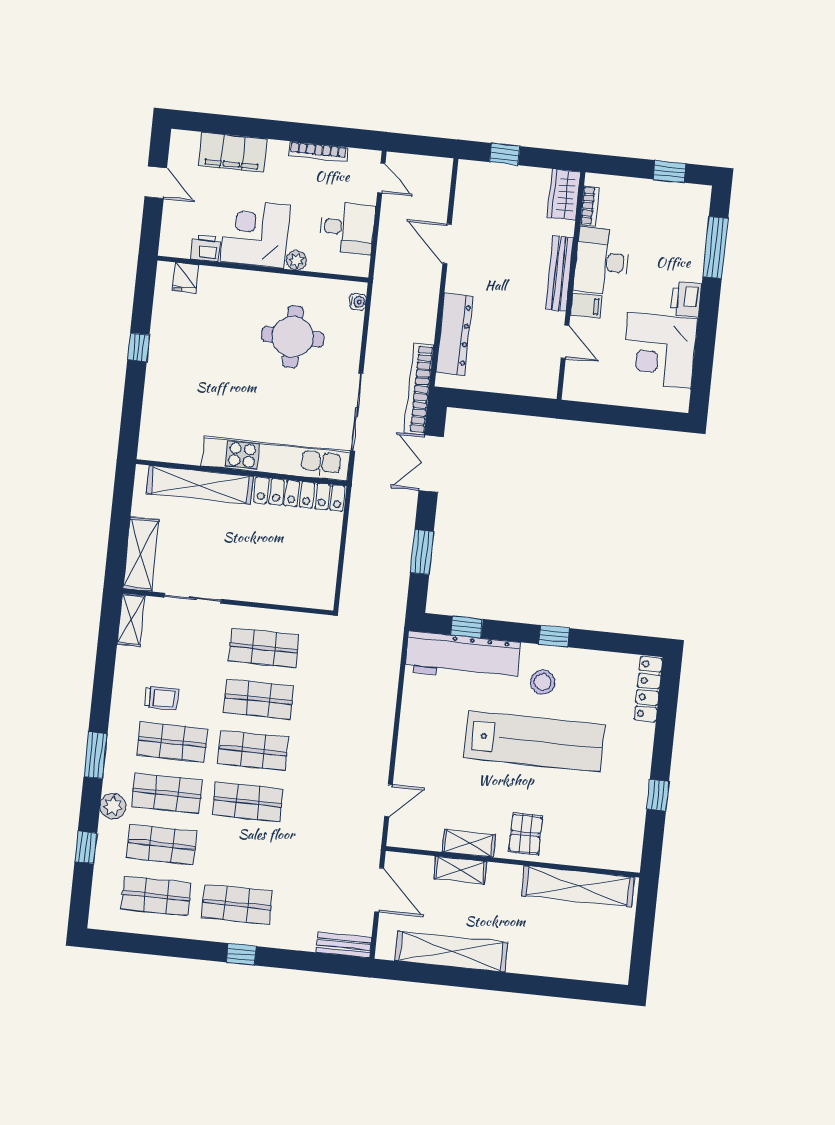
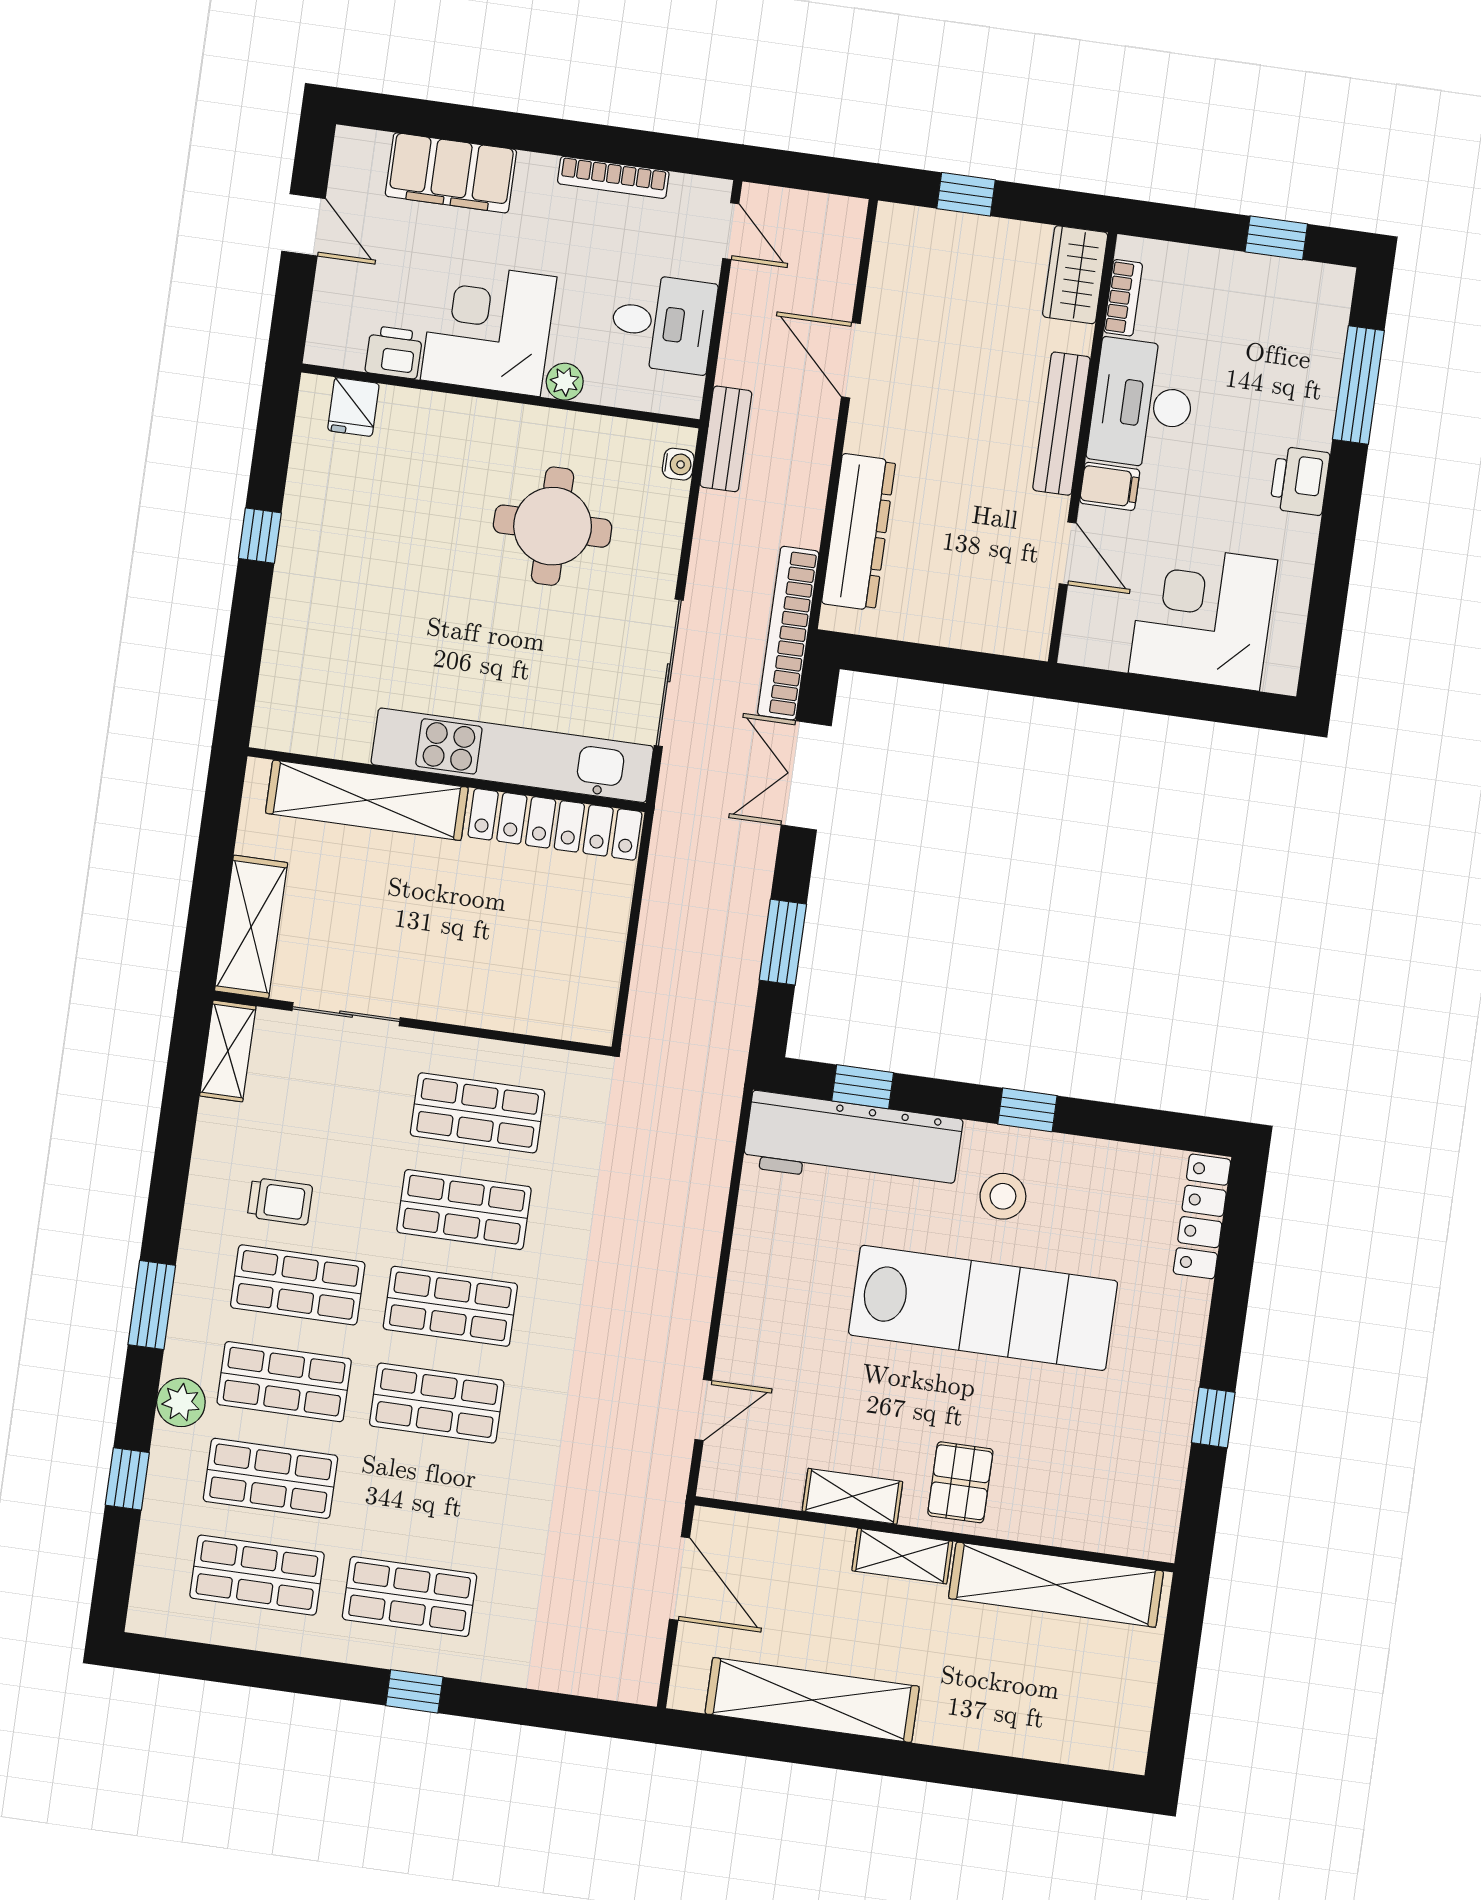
corner desk: (660, 350) -> (1203, 616), moved, turned 90
shelving: (460, 870) -> (902, 1556), moved
bench: (344, 945) -> (726, 439), moved, turned 90

